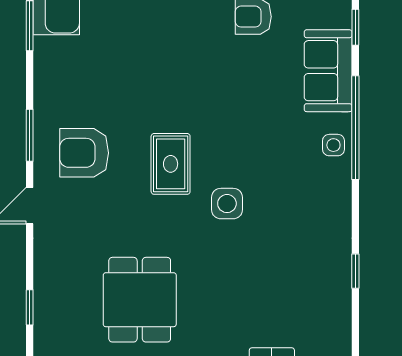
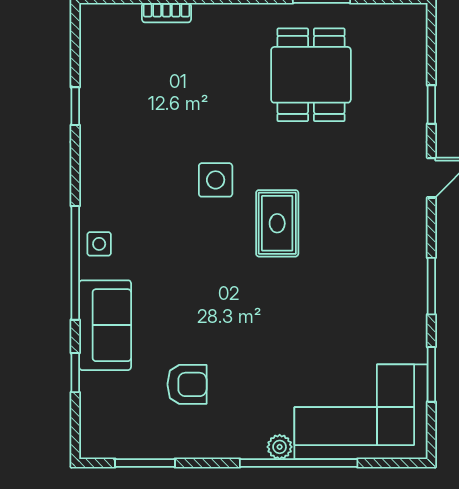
window: (30, 135) -> (431, 286), moved
armchair: (84, 153) -> (372, 235), removed
window: (30, 307) -> (431, 104), moved

